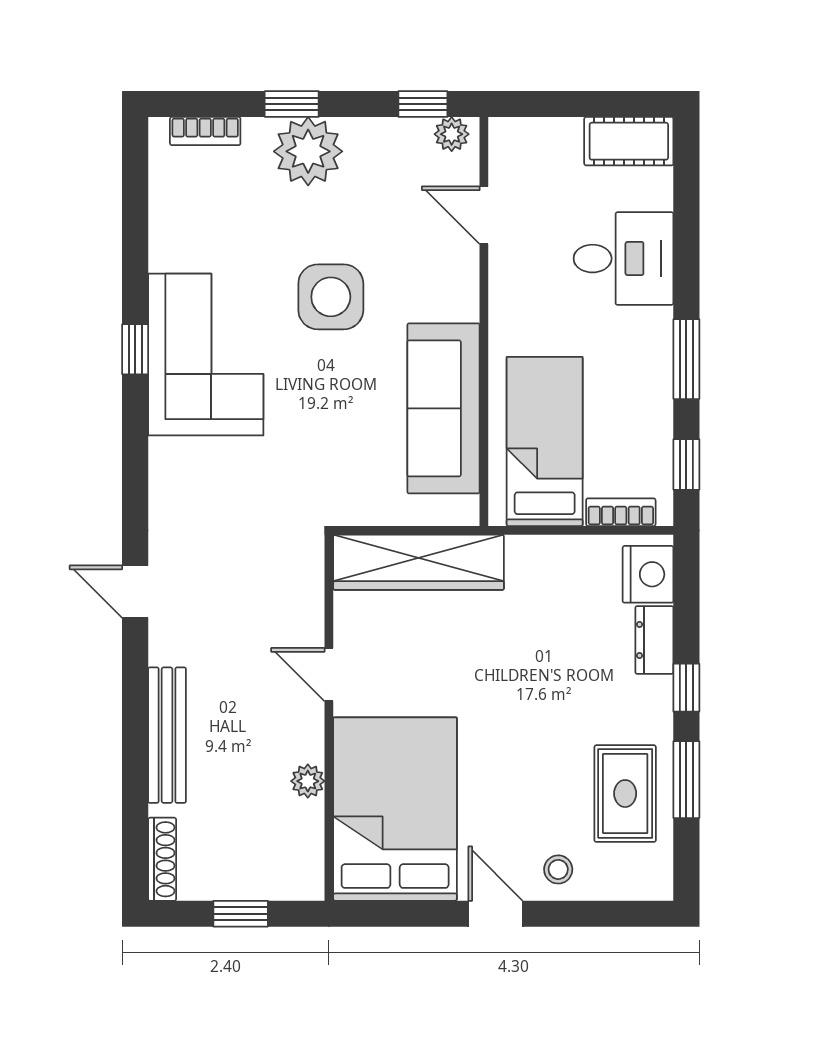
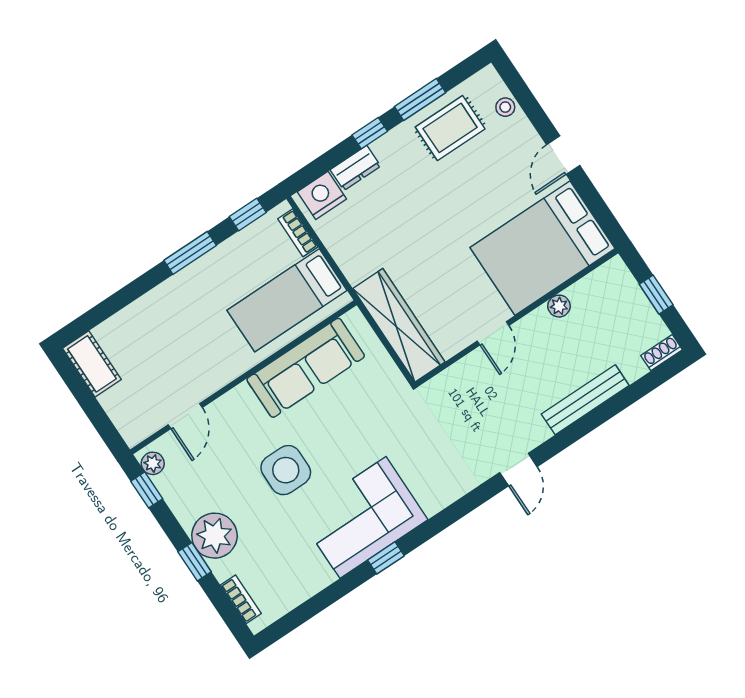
desk: (623, 259) -> (158, 324), removed
shoe rack: (162, 859) -> (662, 353), width x0.70
stool: (558, 869) -> (505, 107), moved

